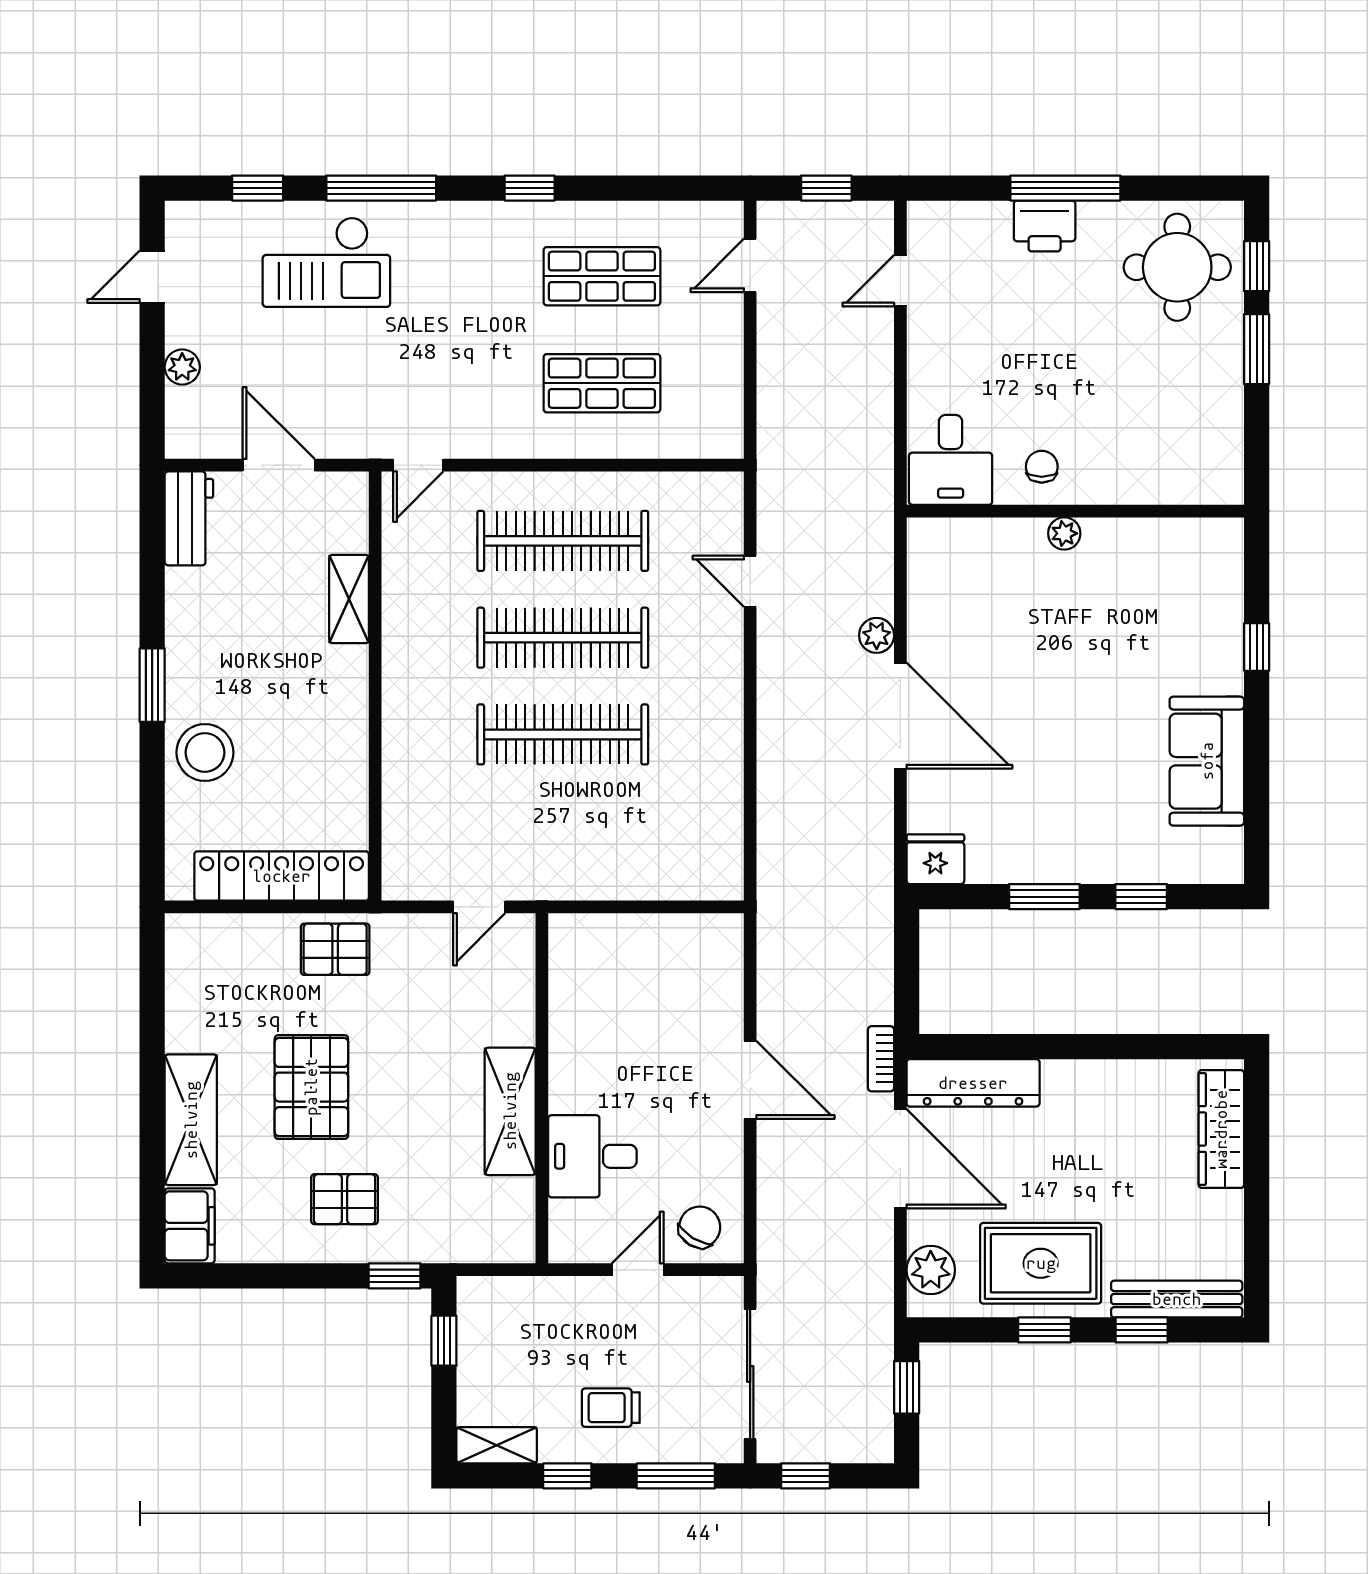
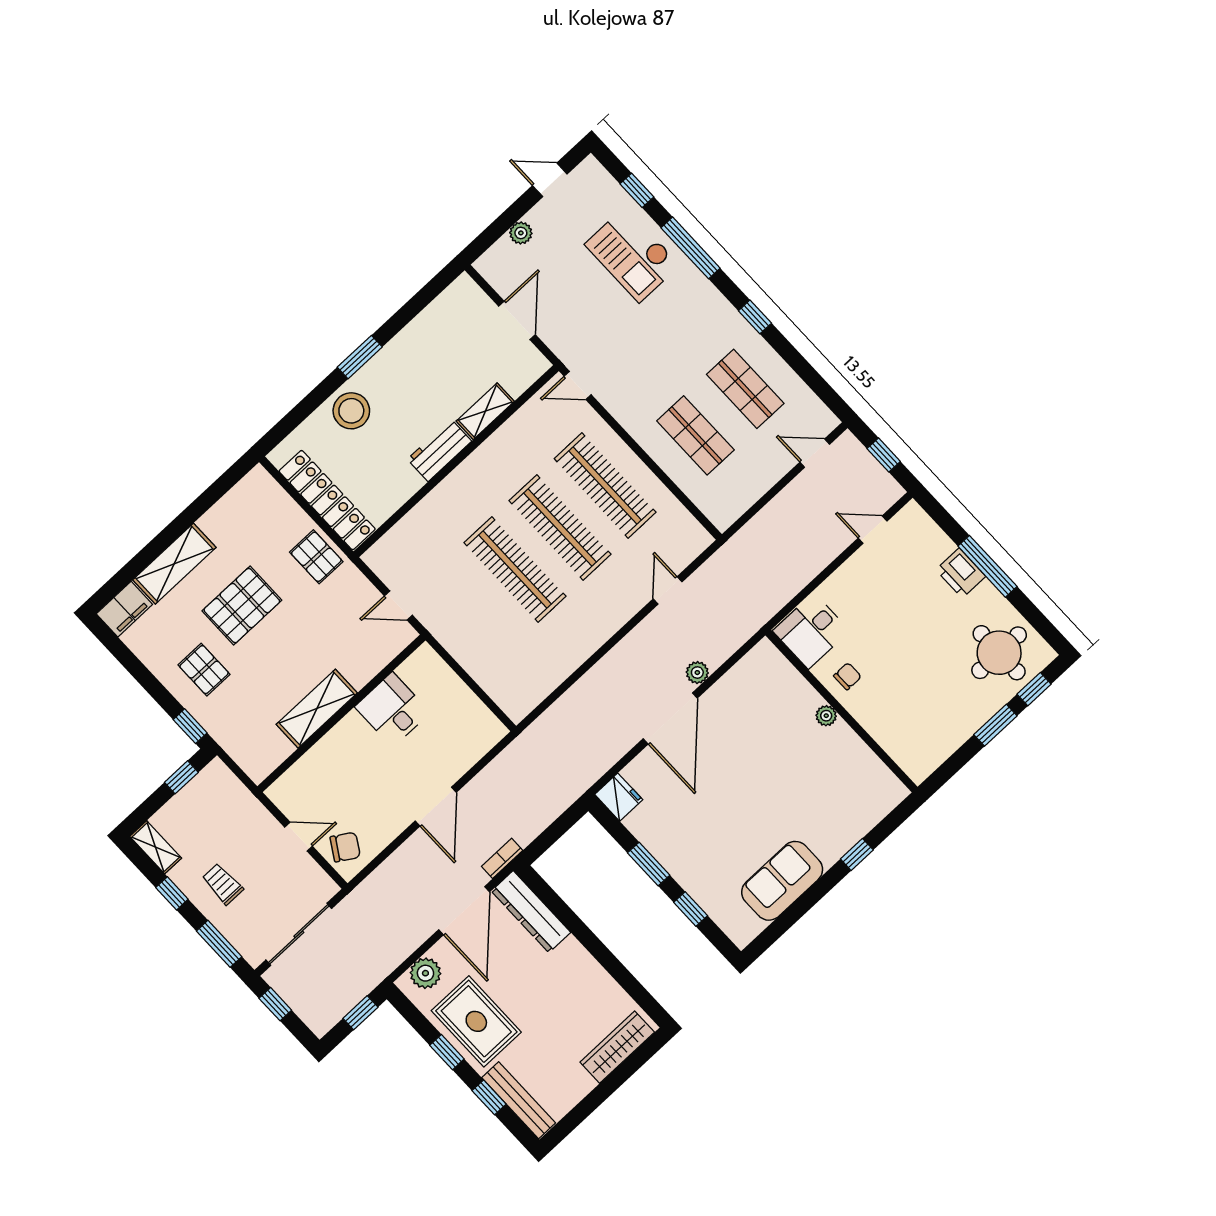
workbench: (189, 518) -> (439, 450), moved, turned 180
desk: (592, 1156) -> (392, 710), moved

